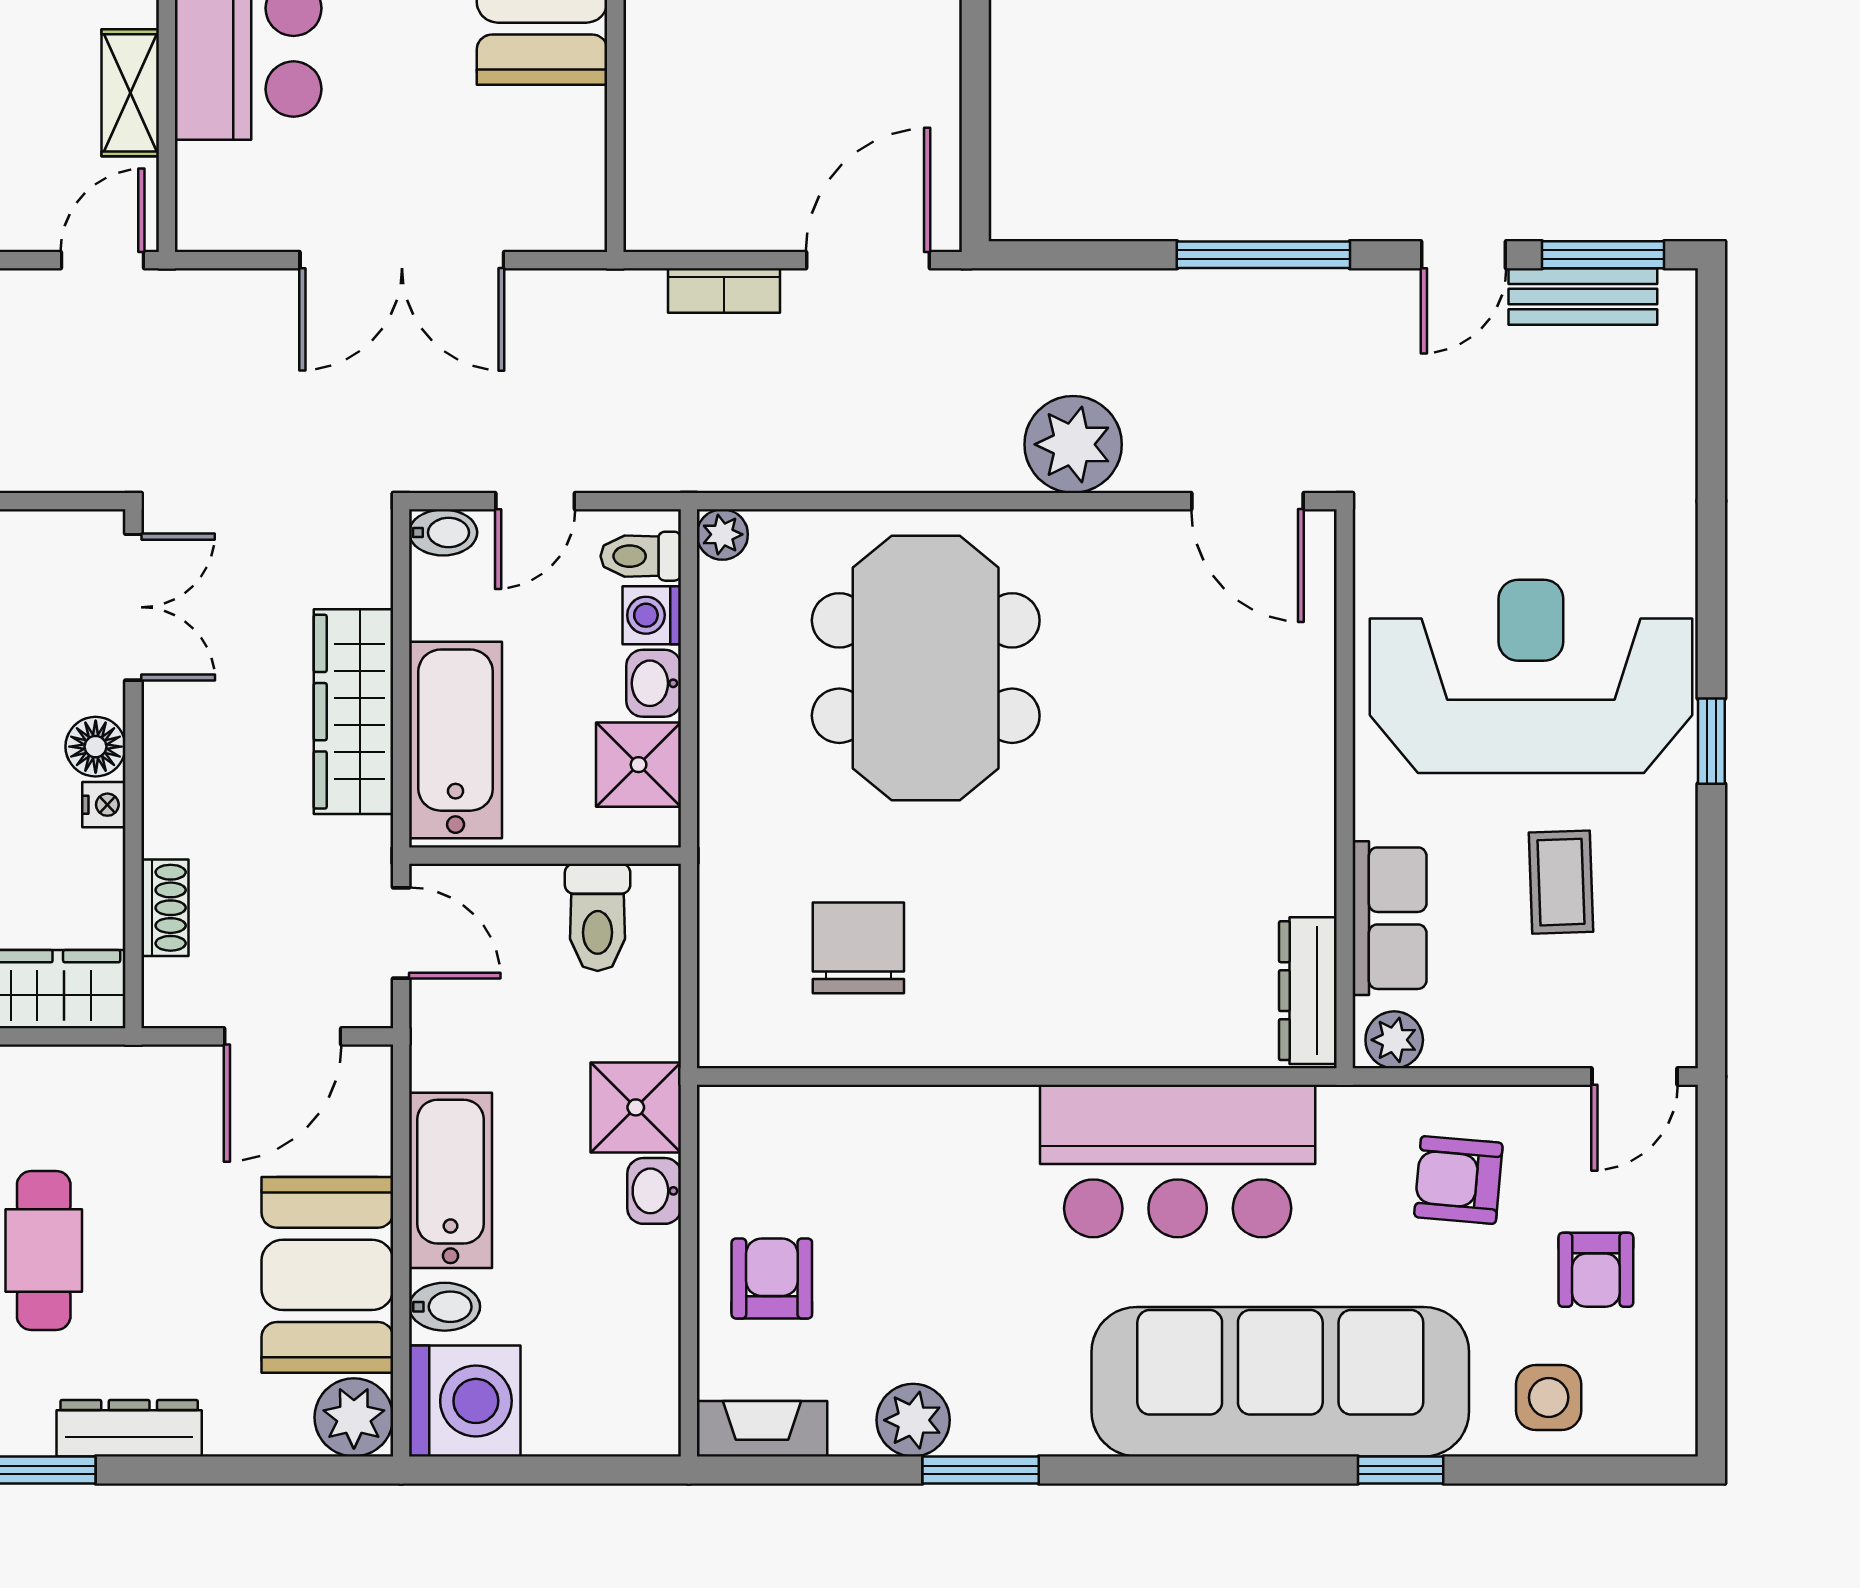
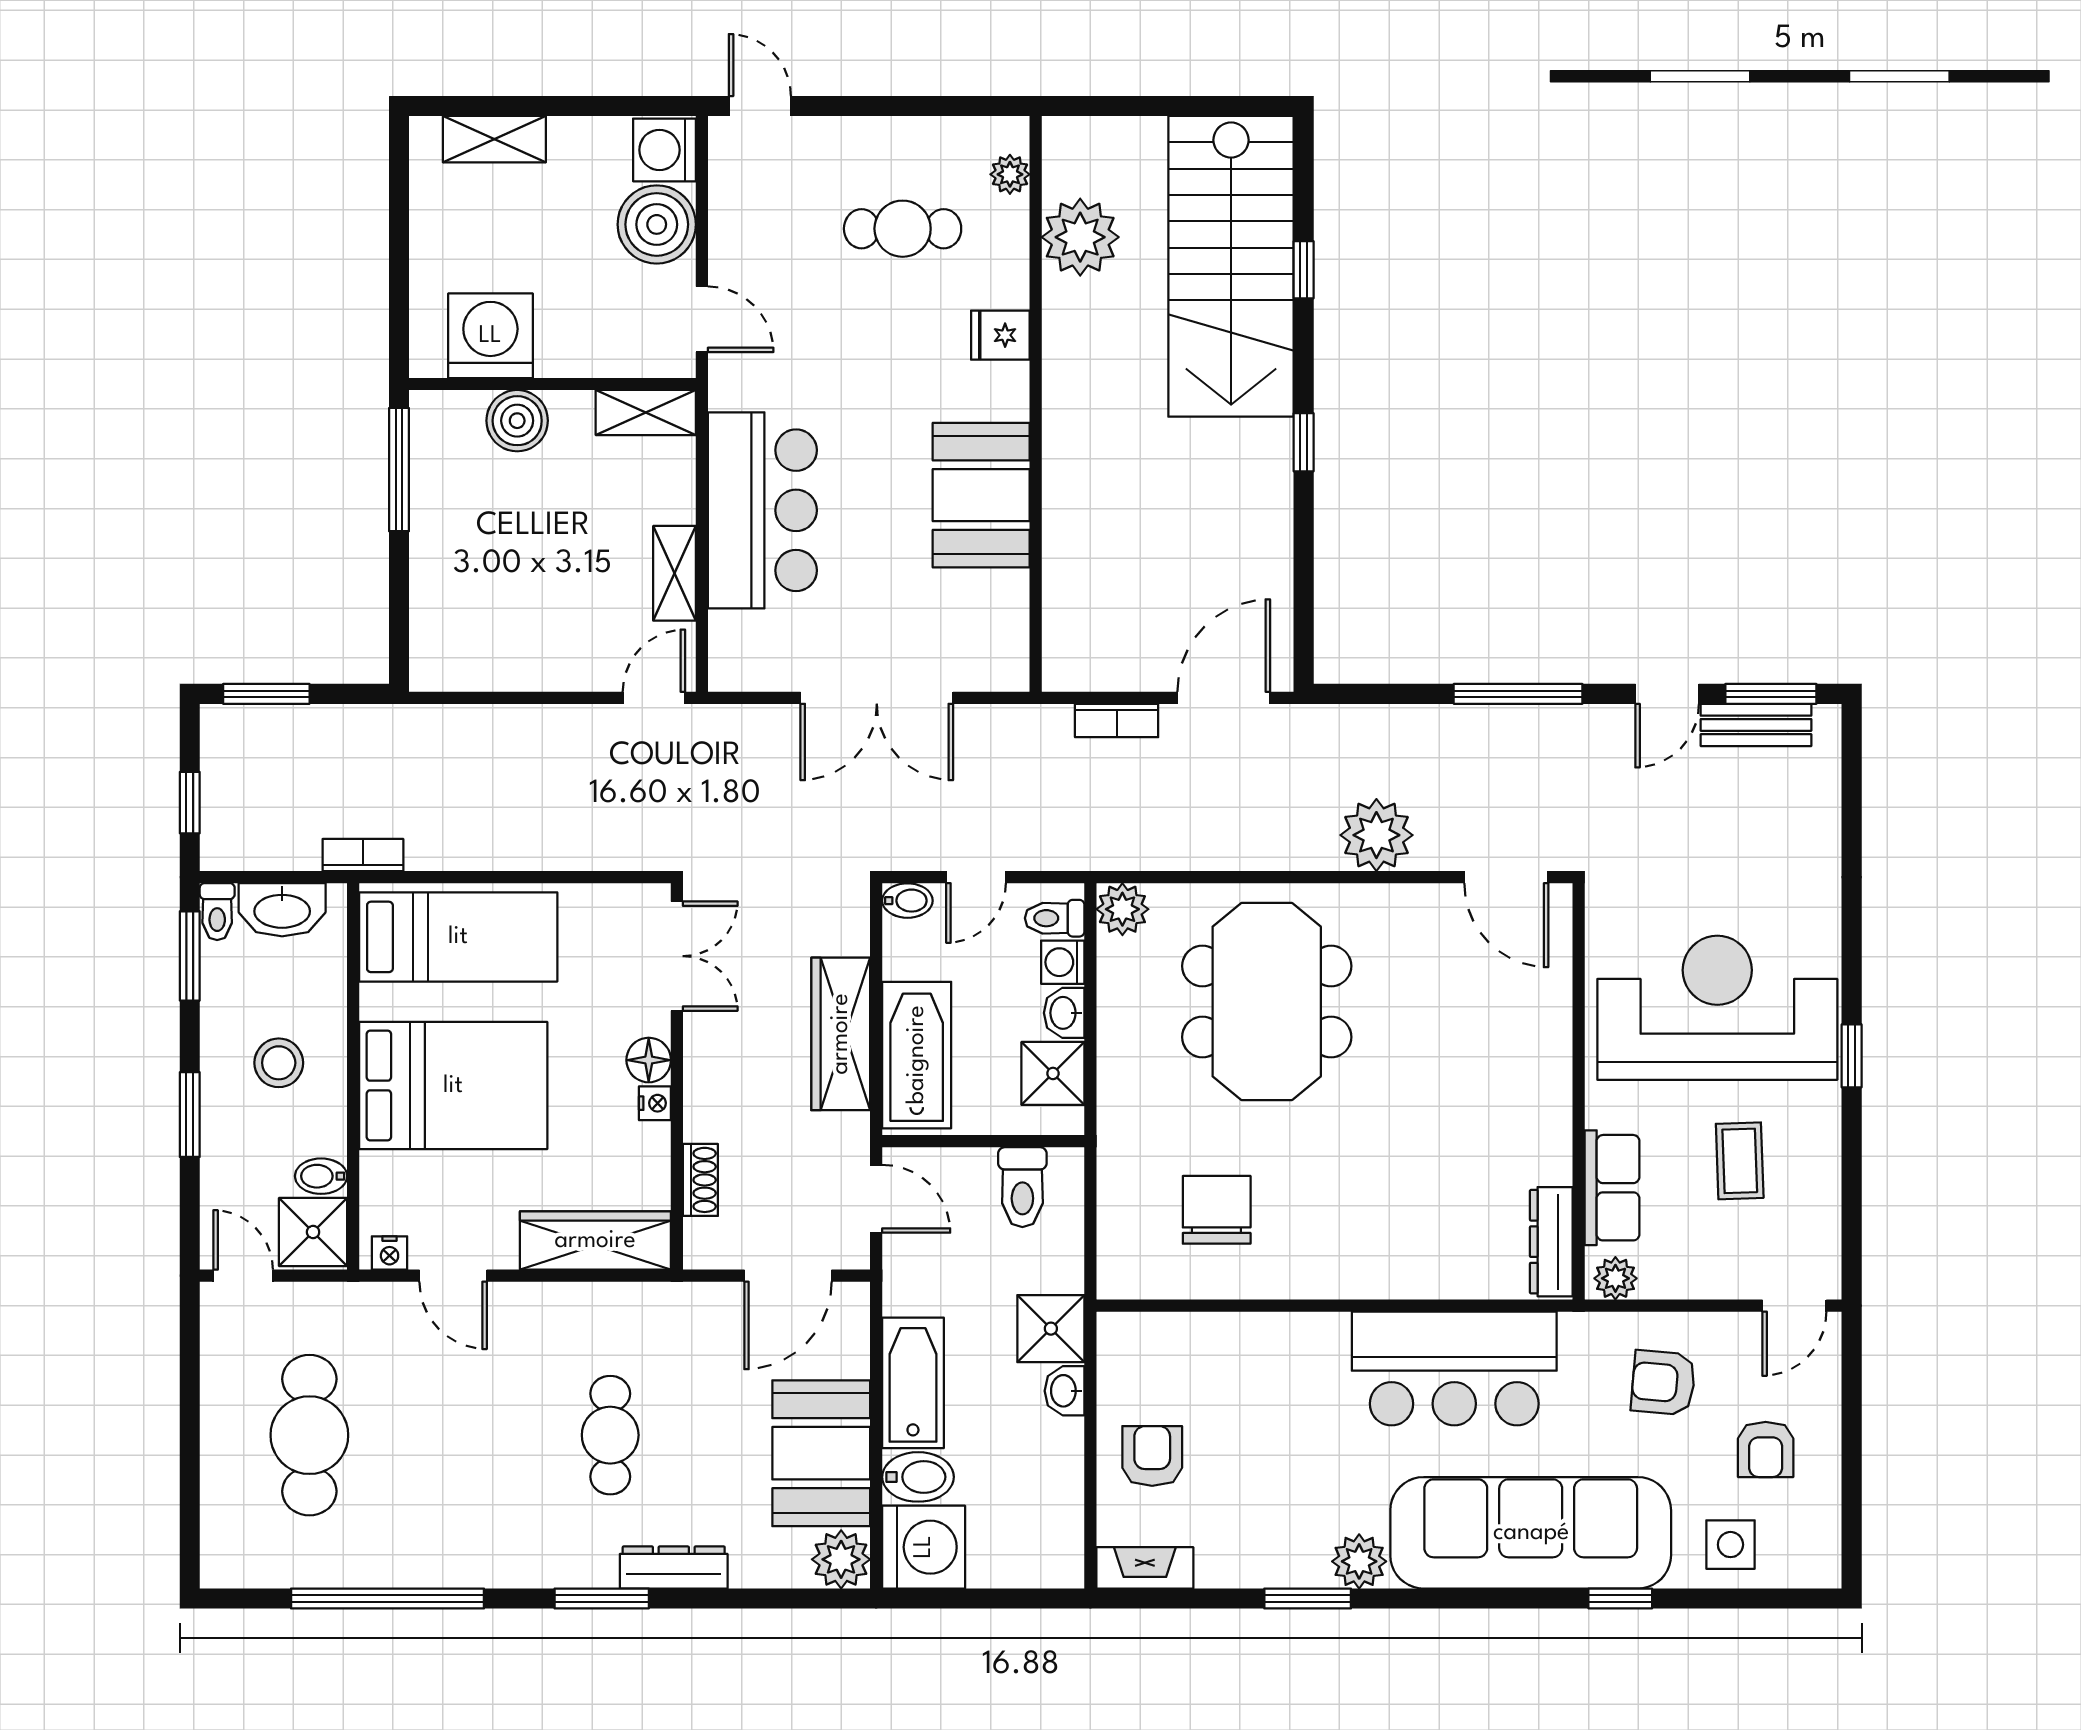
plant: (722, 534) -> (1122, 909), width x1.38, depth x1.38
bidet: (445, 1307) -> (918, 1477), width x1.38, depth x1.36
plant: (913, 1420) -> (1359, 1561), moved

